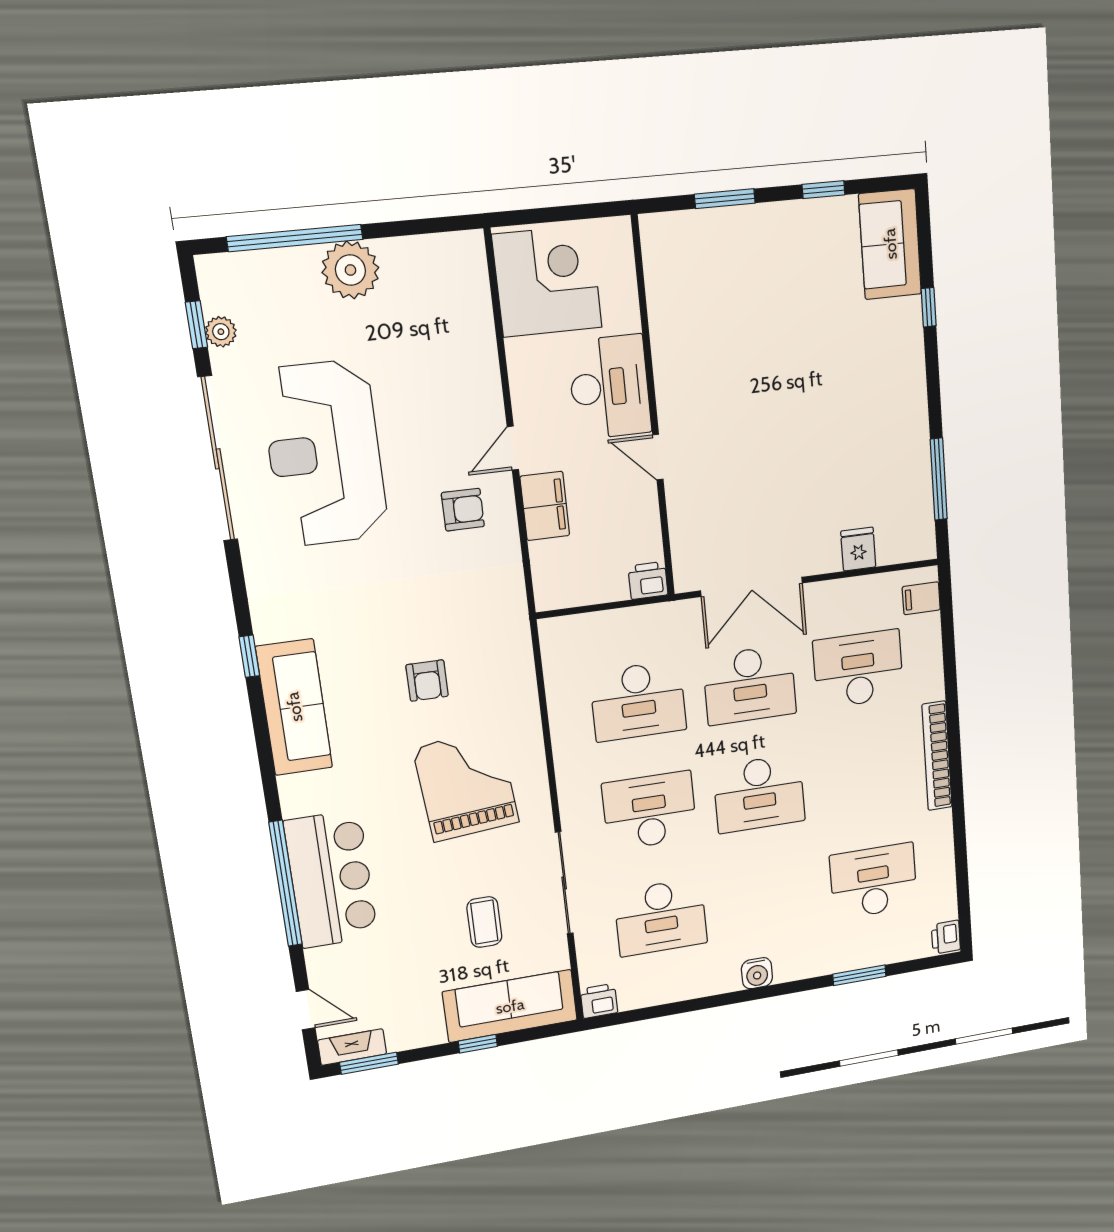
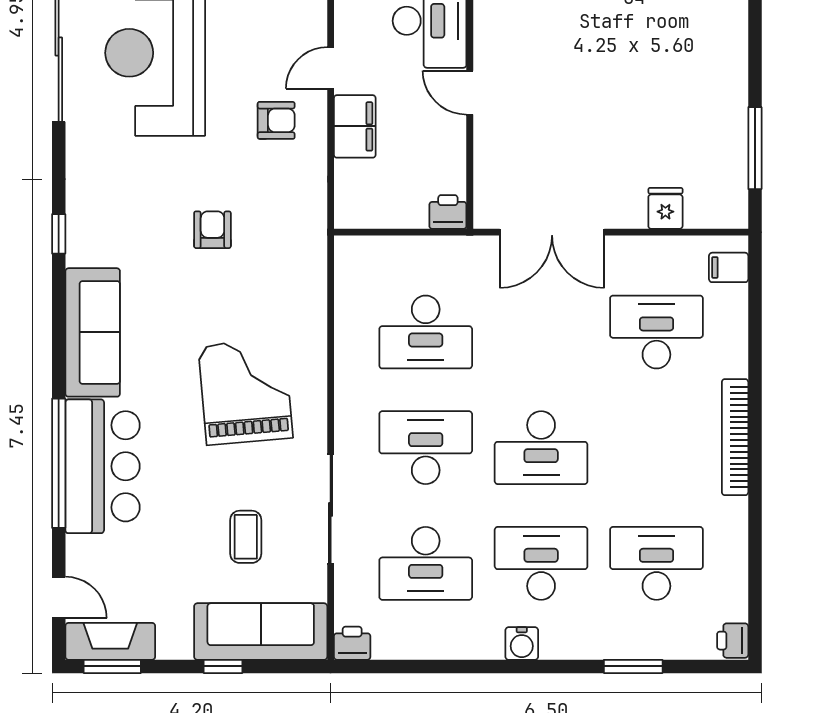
armchair: (427, 681) -> (212, 230), moved, turned 180
desk: (750, 685) -> (541, 563), moved, turned 180
sofa: (294, 707) -> (93, 332), moved
fireplace: (352, 1047) -> (110, 641), width x1.37, depth x1.32

